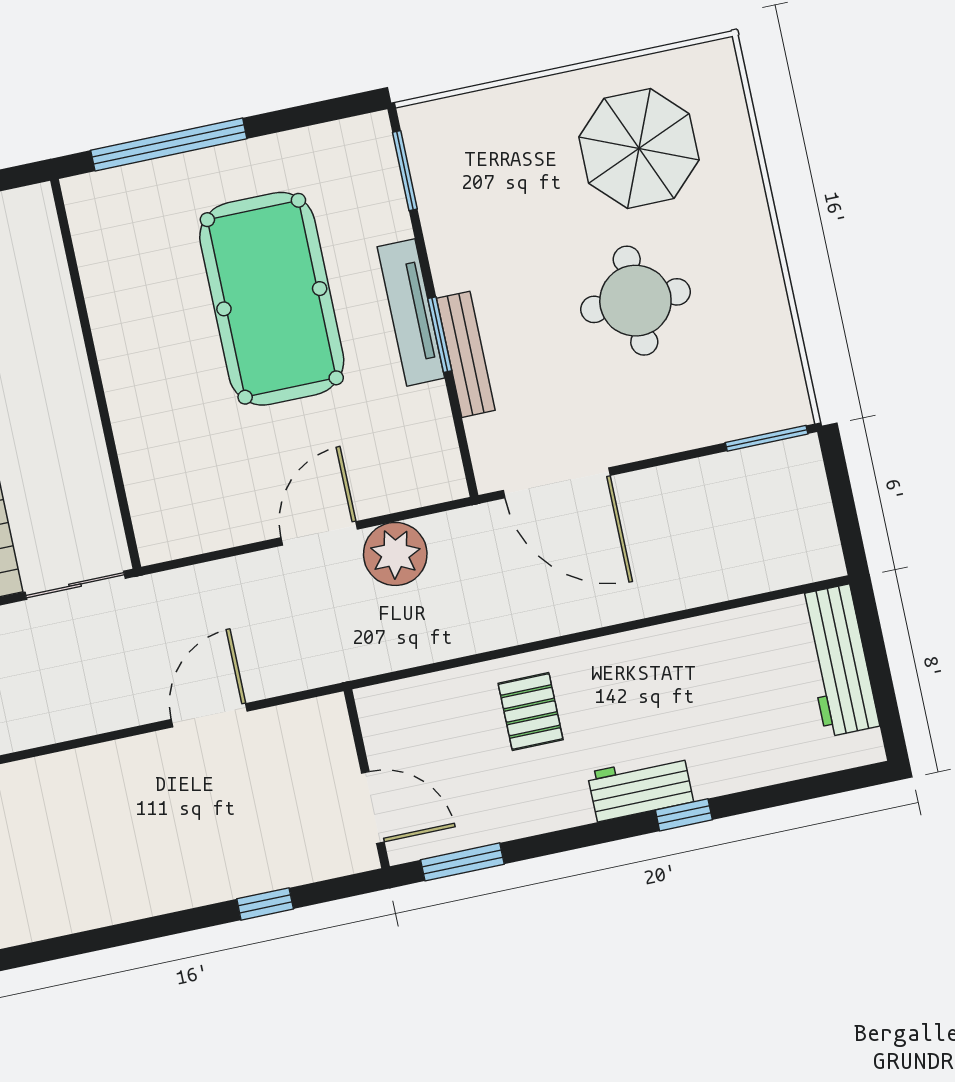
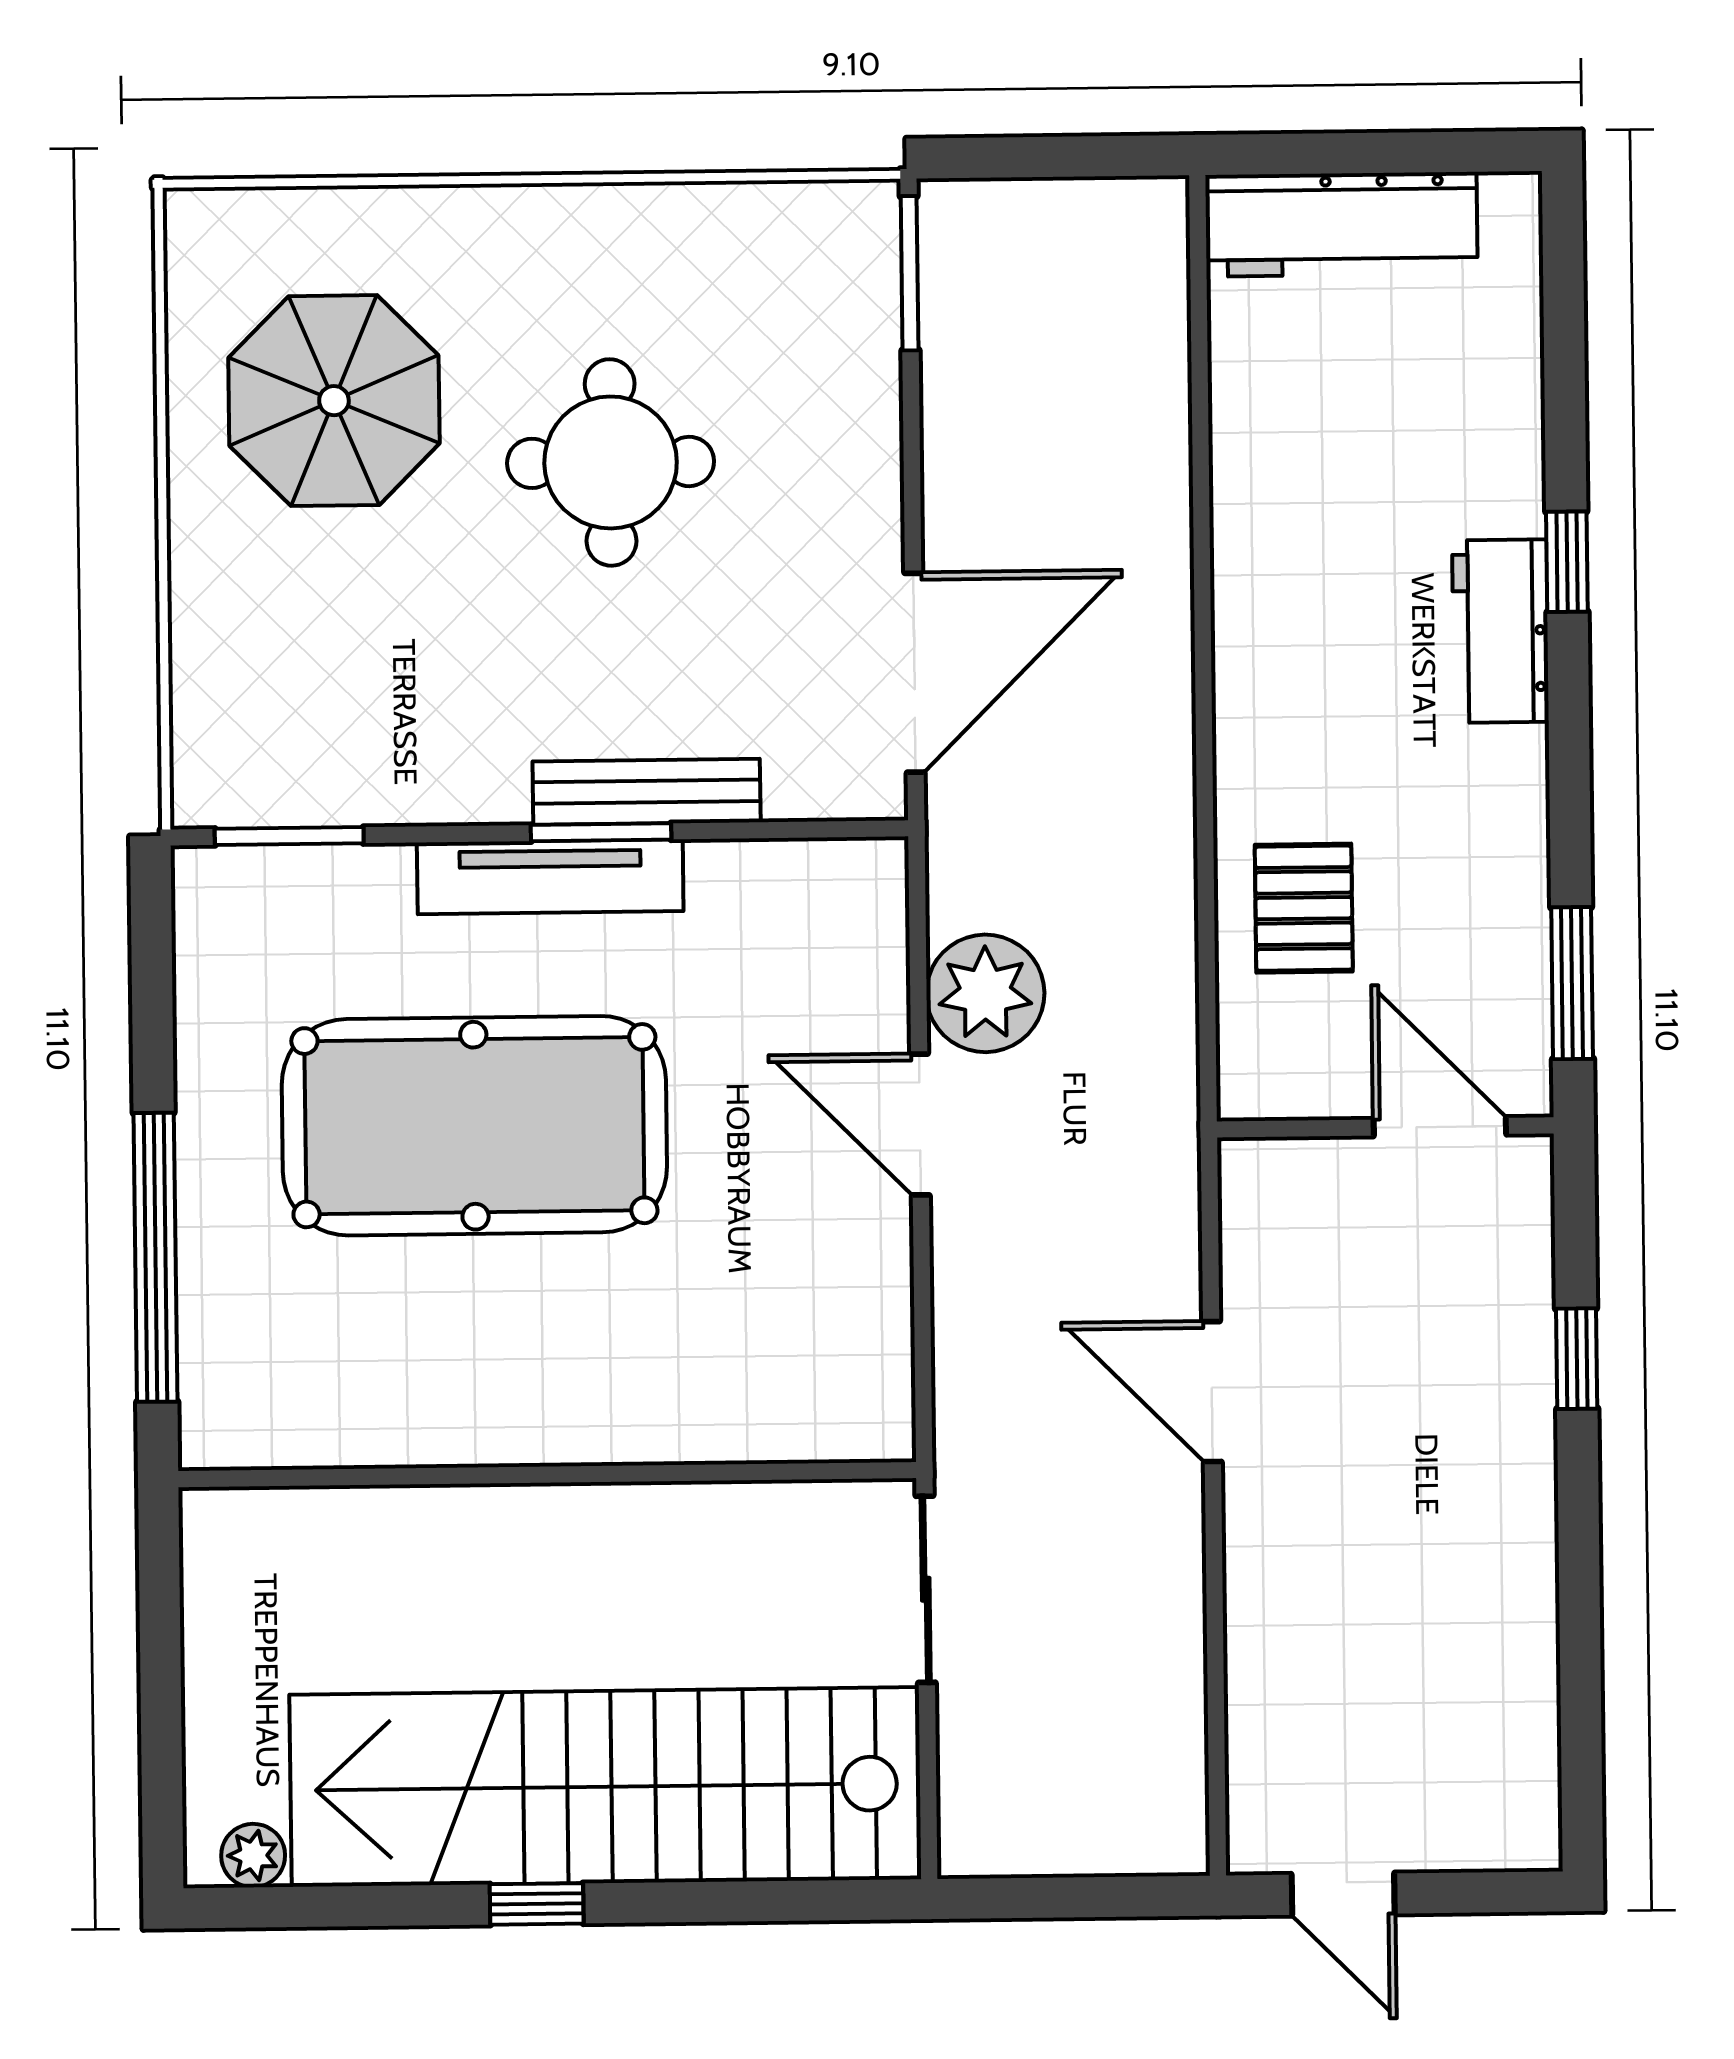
pallet: (531, 711) -> (1304, 908), moved, turned 90
door: (373, 807) -> (1440, 1127), hinge flipped

